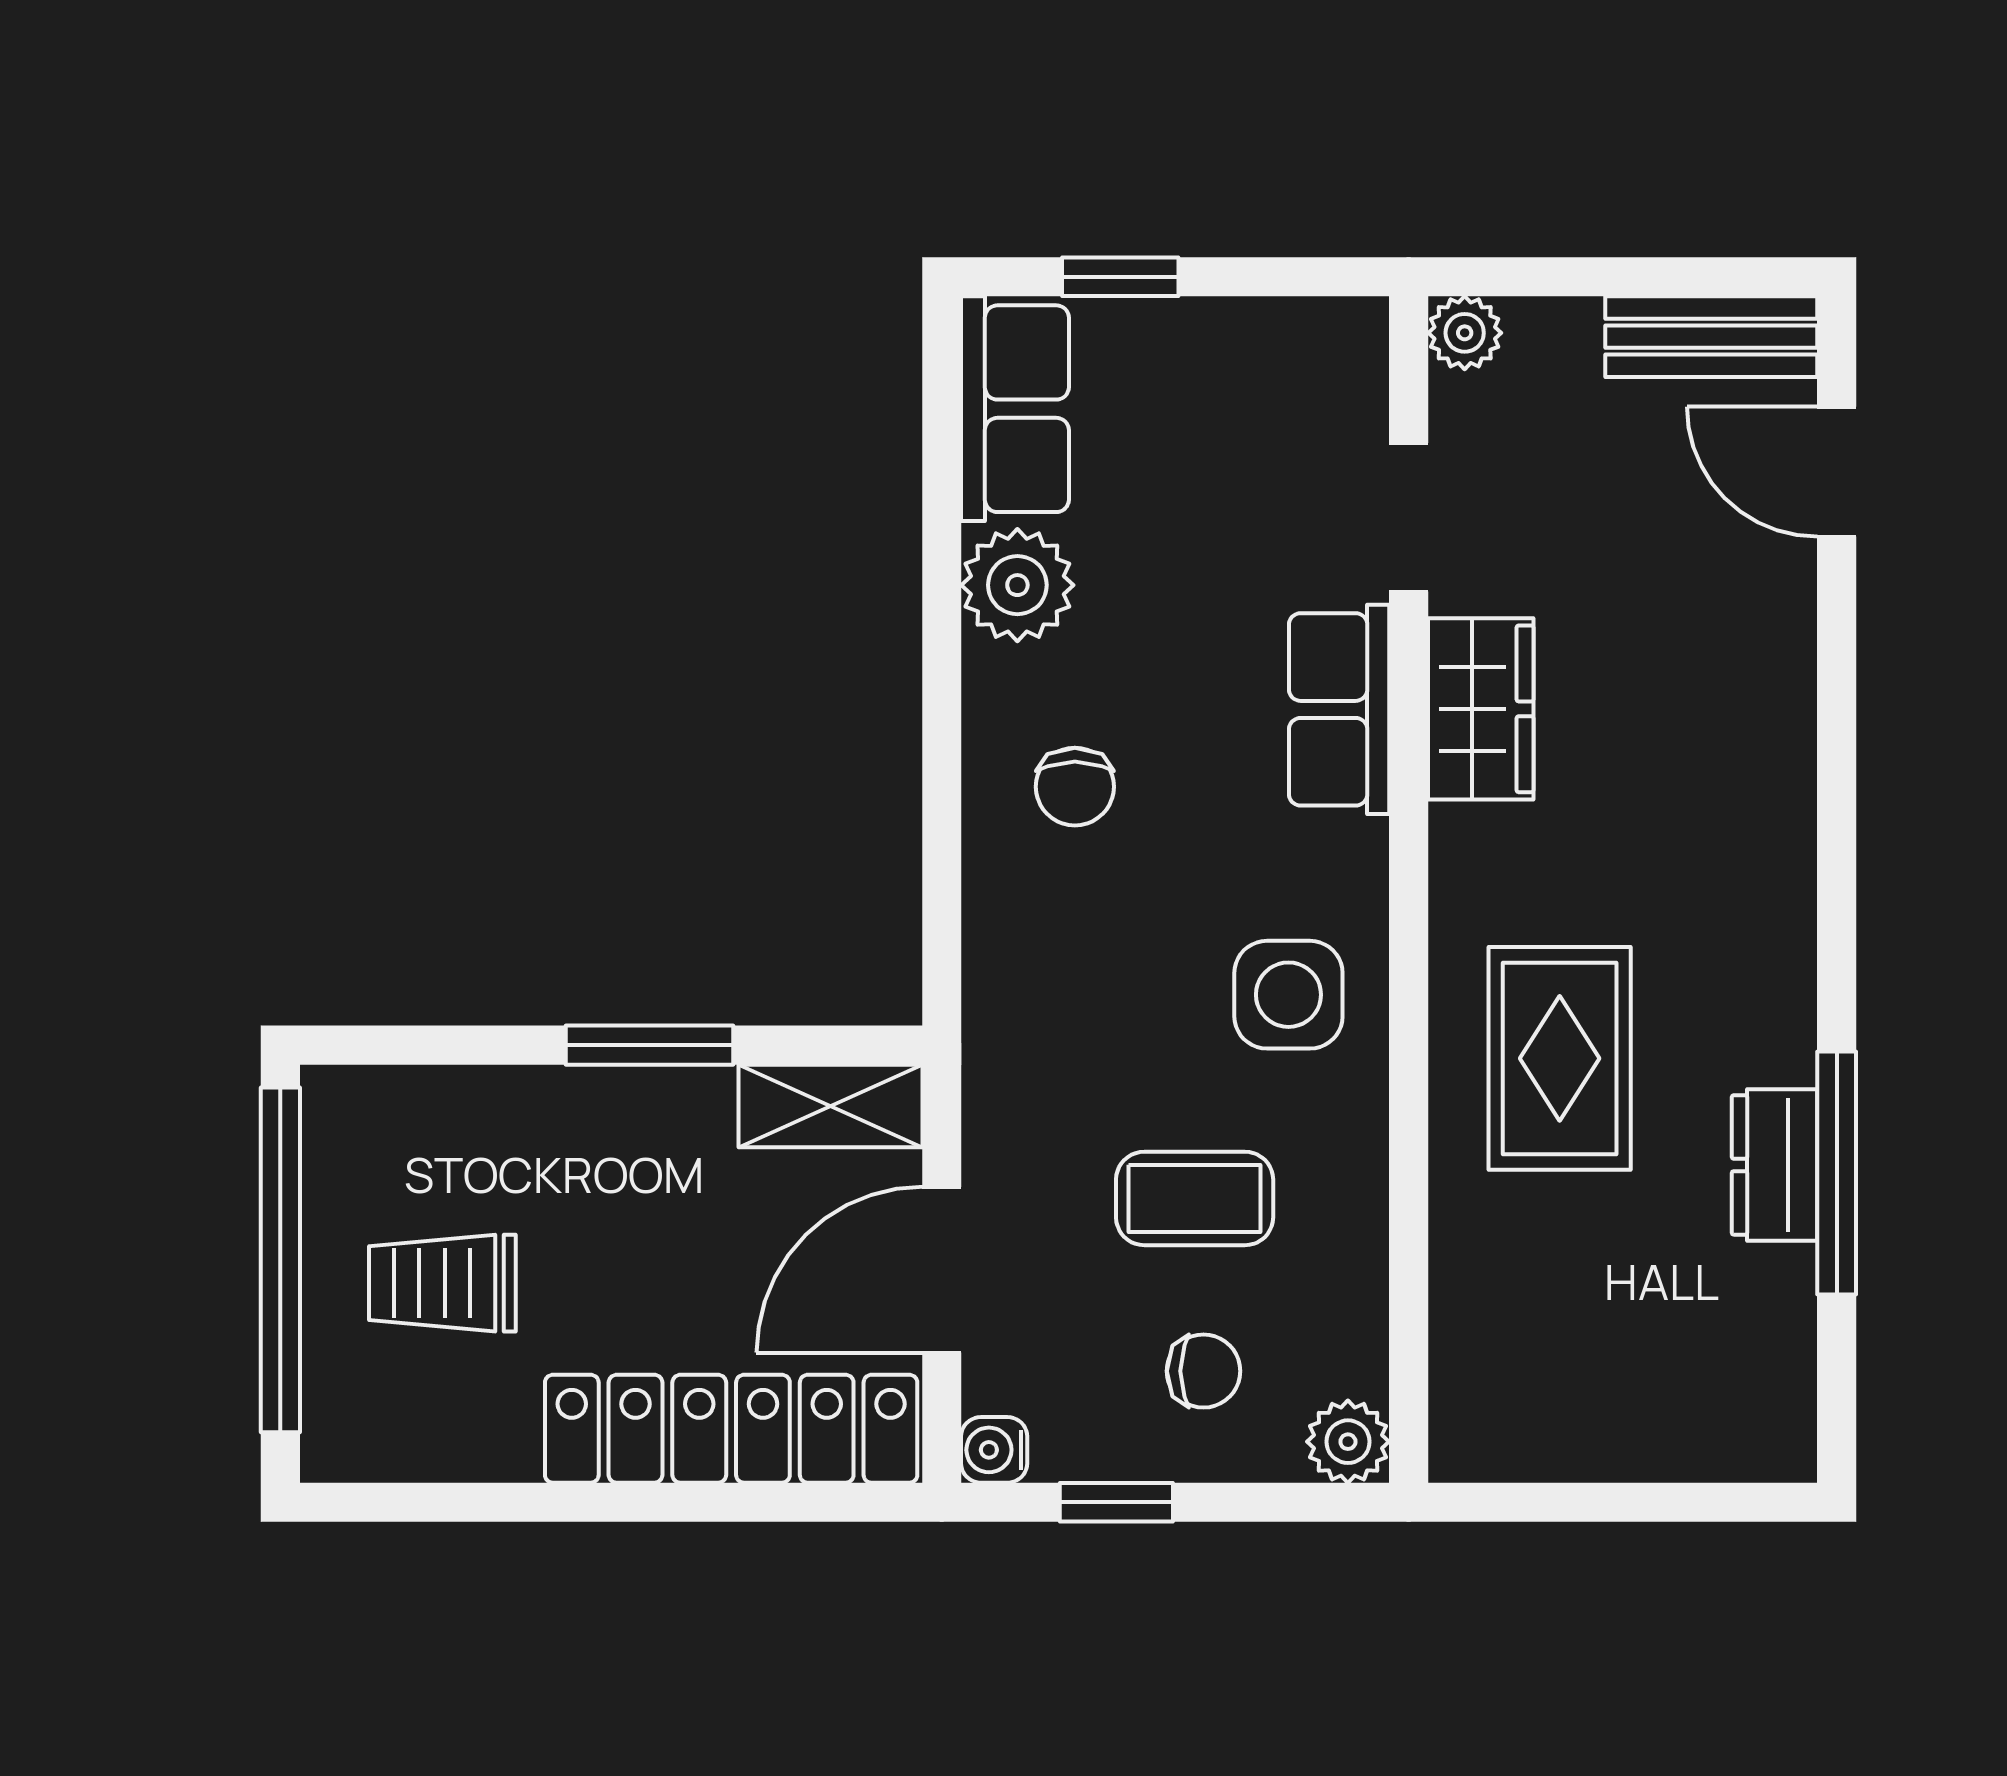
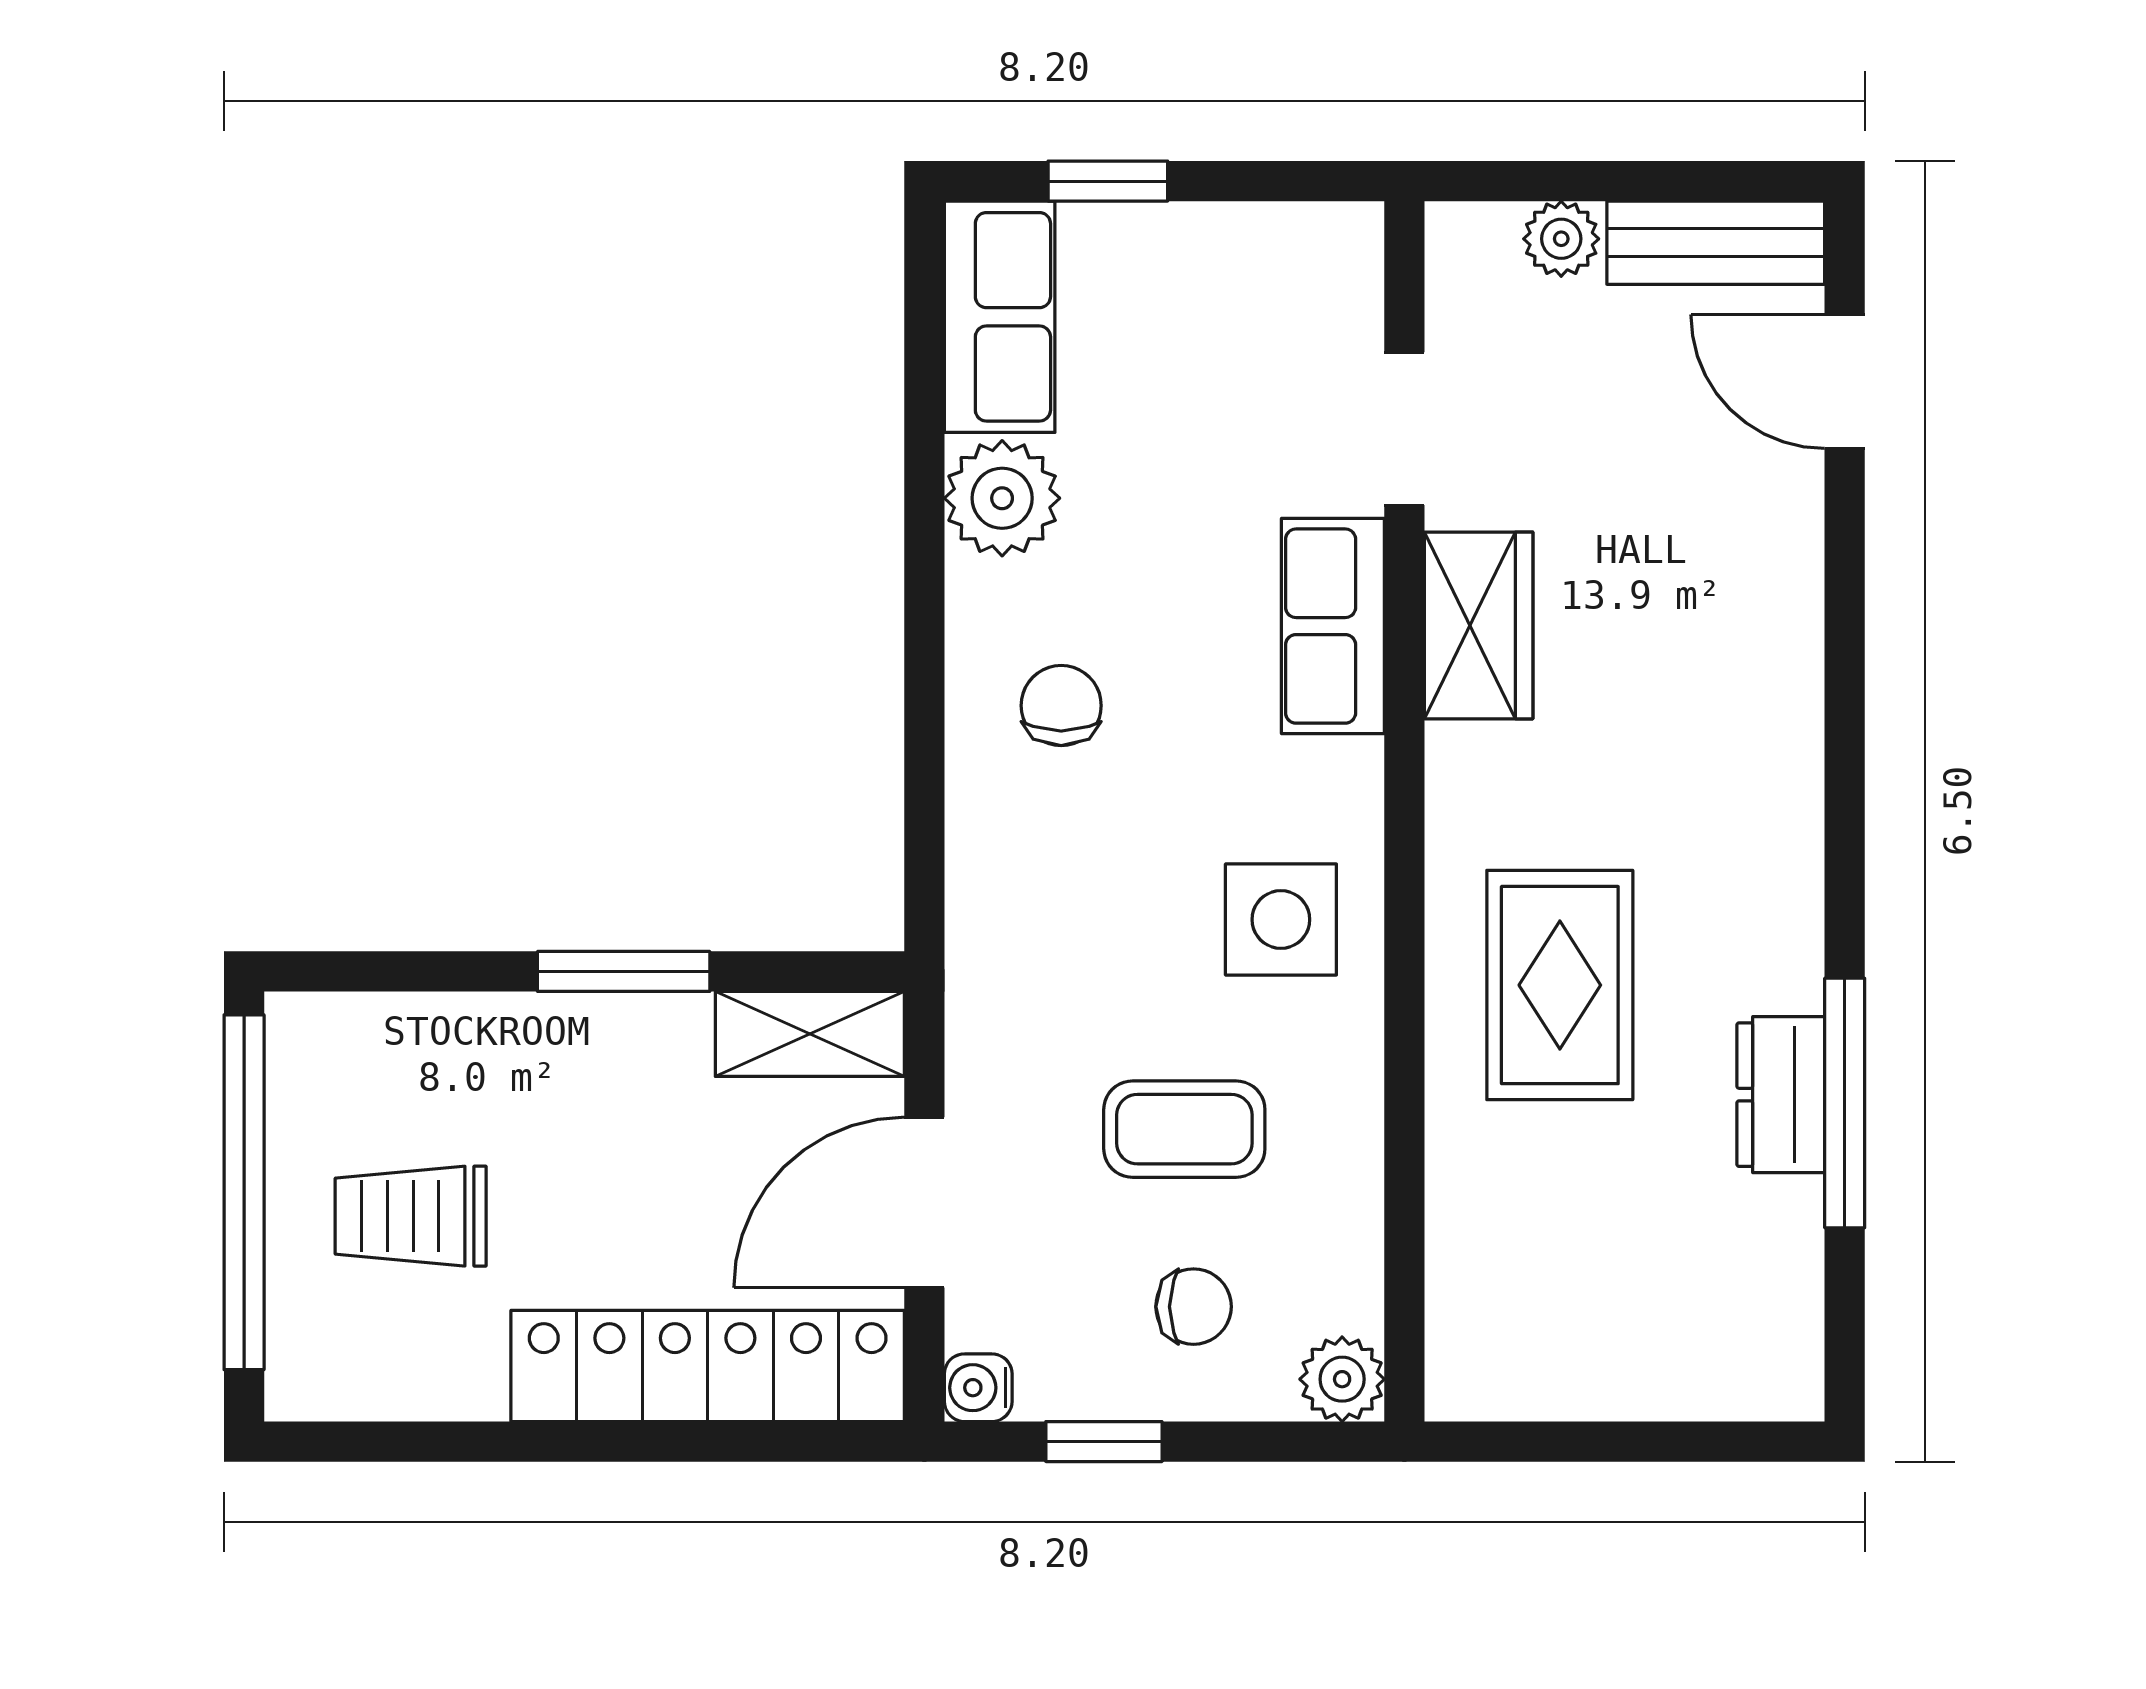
plant: (1465, 333) -> (1561, 239), moved
chair: (1075, 787) -> (1061, 706), turned 180

